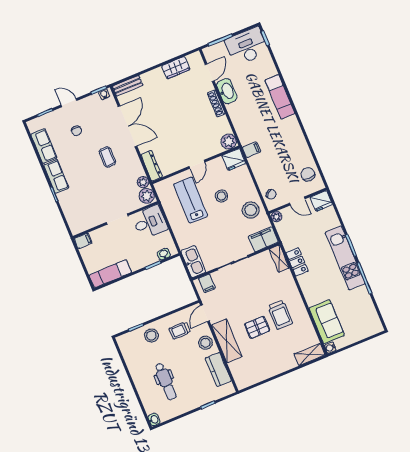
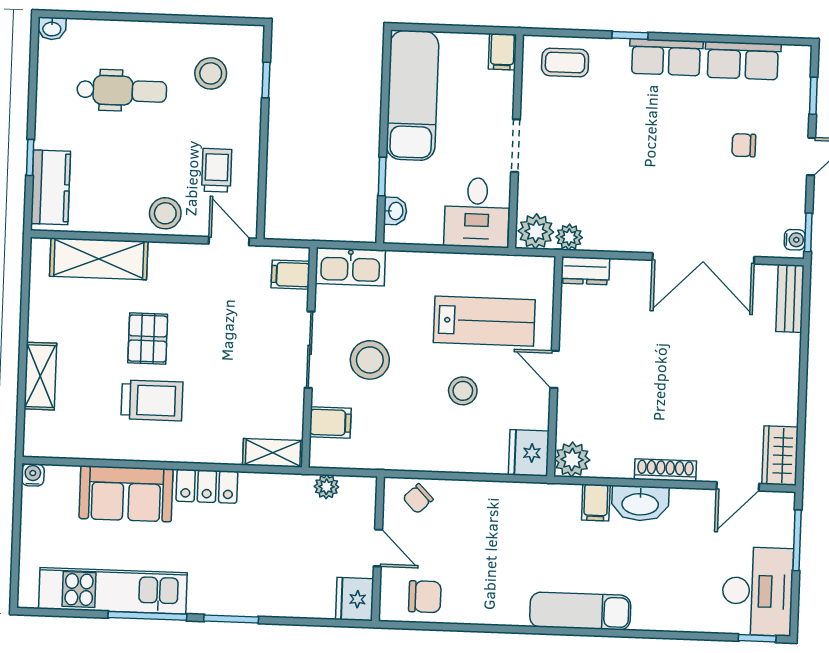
wardrobe: (176, 68) -> (780, 455), moved
door: (210, 73) -> (738, 486), hinge flipped
washbasin: (227, 91) -> (640, 503), moved
exam couch: (280, 97) -> (580, 611), moved
filing cabinet: (251, 150) -> (596, 502), moved
coffee table: (107, 157) -> (565, 63), moved
dresser: (151, 166) -> (585, 271), width x0.70
door: (297, 201) -> (378, 548), swing flipped
stool: (251, 210) -> (370, 360), moved
plant: (277, 217) -> (326, 487), moved
filing cabinet: (263, 239) -> (330, 422), width x0.50
kitchen unit: (345, 258) -> (113, 591), moved
locker: (297, 262) -> (207, 486), moved
exam couch: (110, 274) -> (412, 95), width x1.36, depth x1.45
trolley: (280, 315) -> (152, 400), turned 180
sofa: (327, 322) -> (126, 494), moved
stool: (151, 335) -> (211, 73), moved
shelving: (227, 341) -> (99, 259), moved
shelving: (310, 354) -> (40, 376), moved
kitchen counter: (218, 370) -> (51, 187), moved, turned 90
dental chair: (166, 381) -> (122, 91), turned 180

